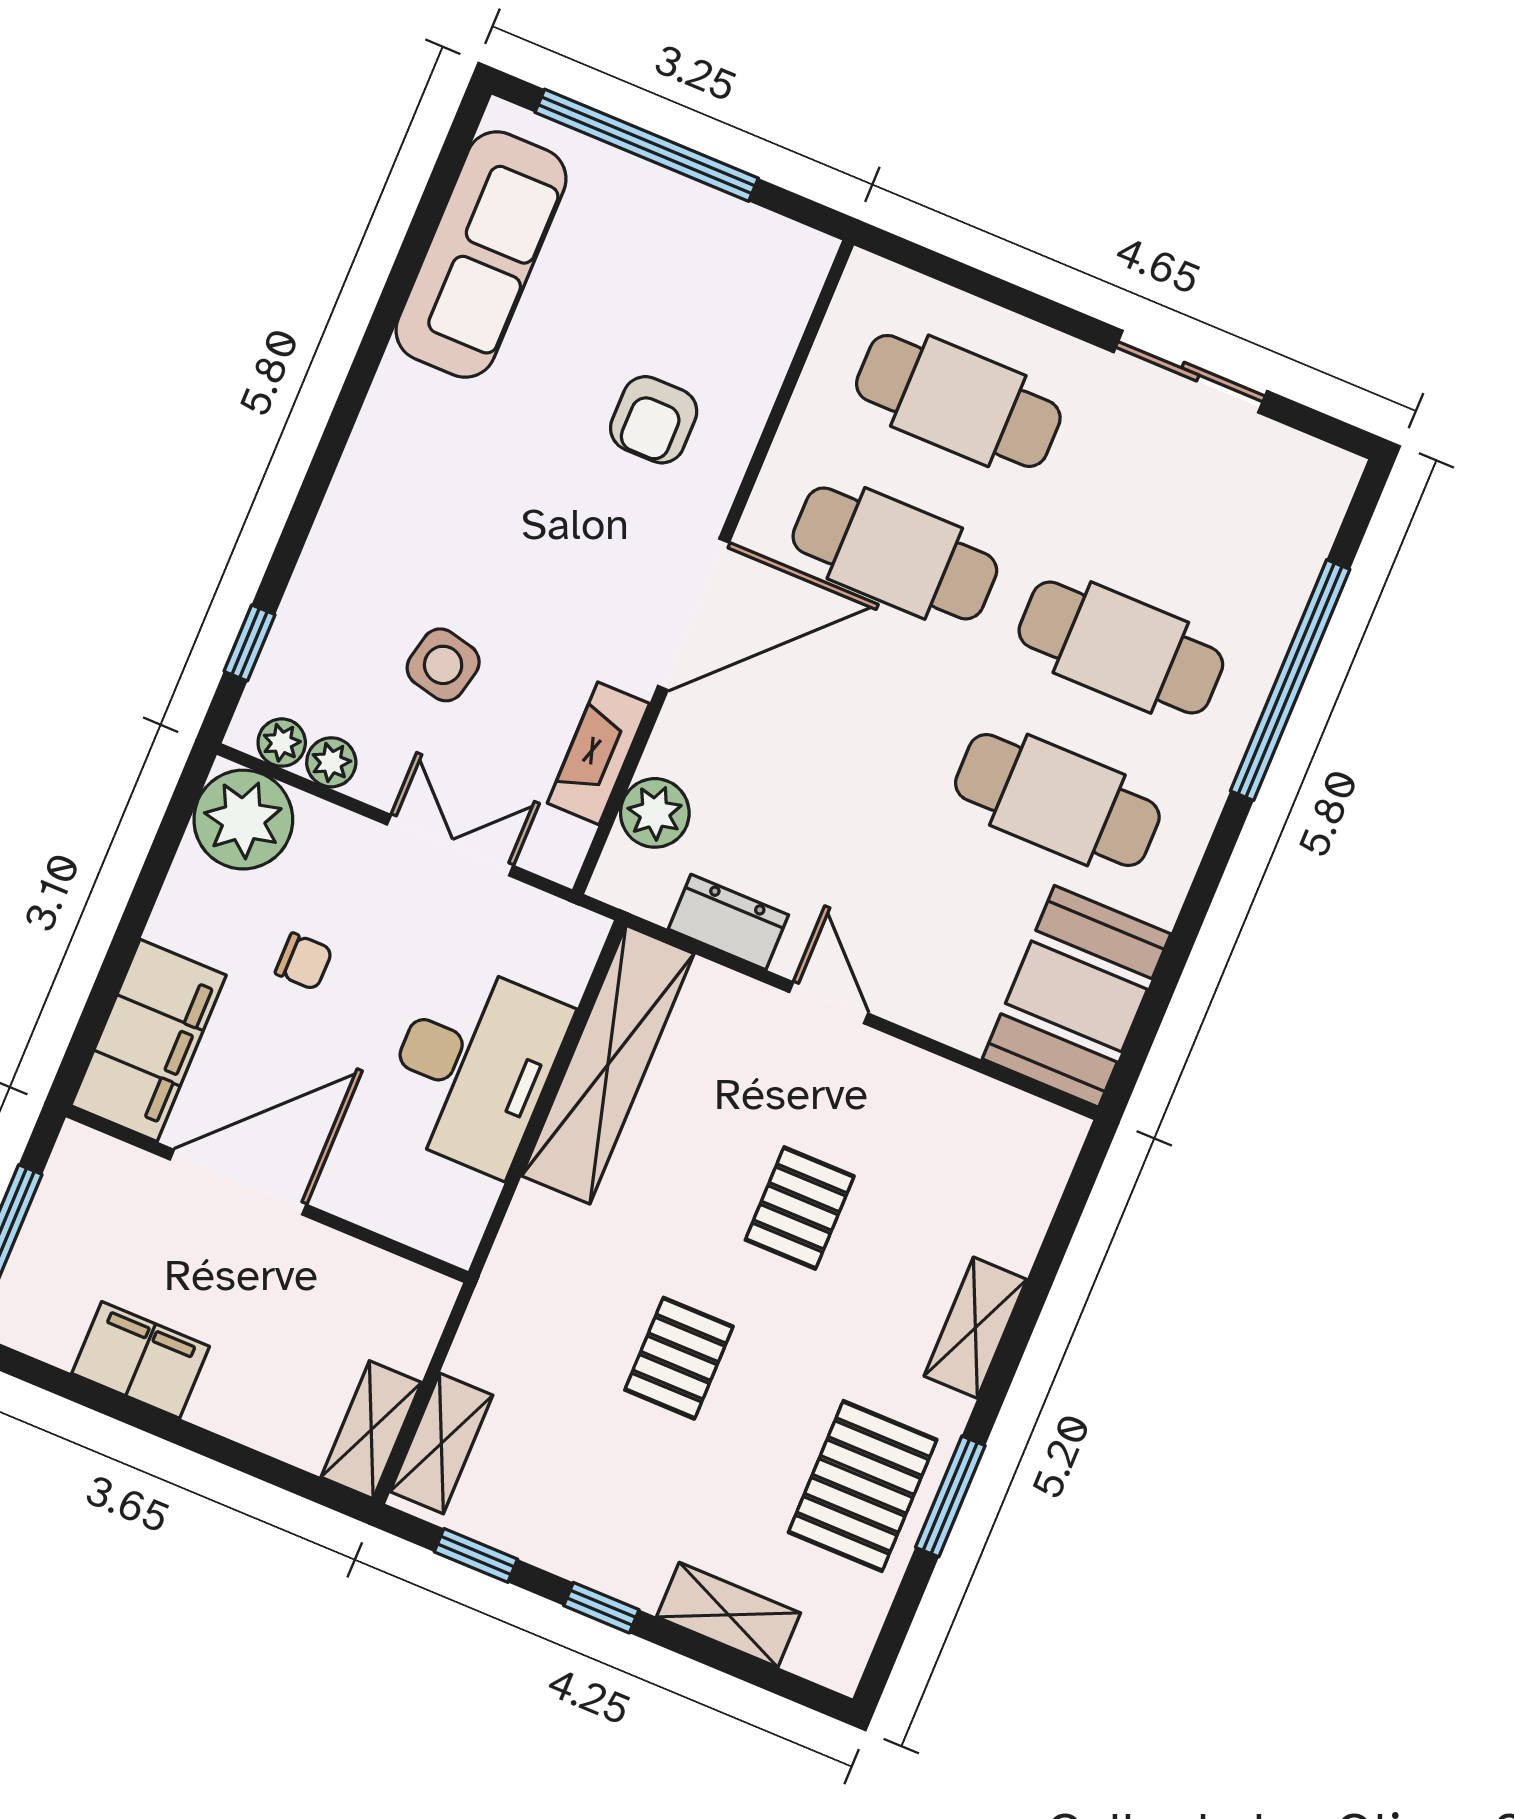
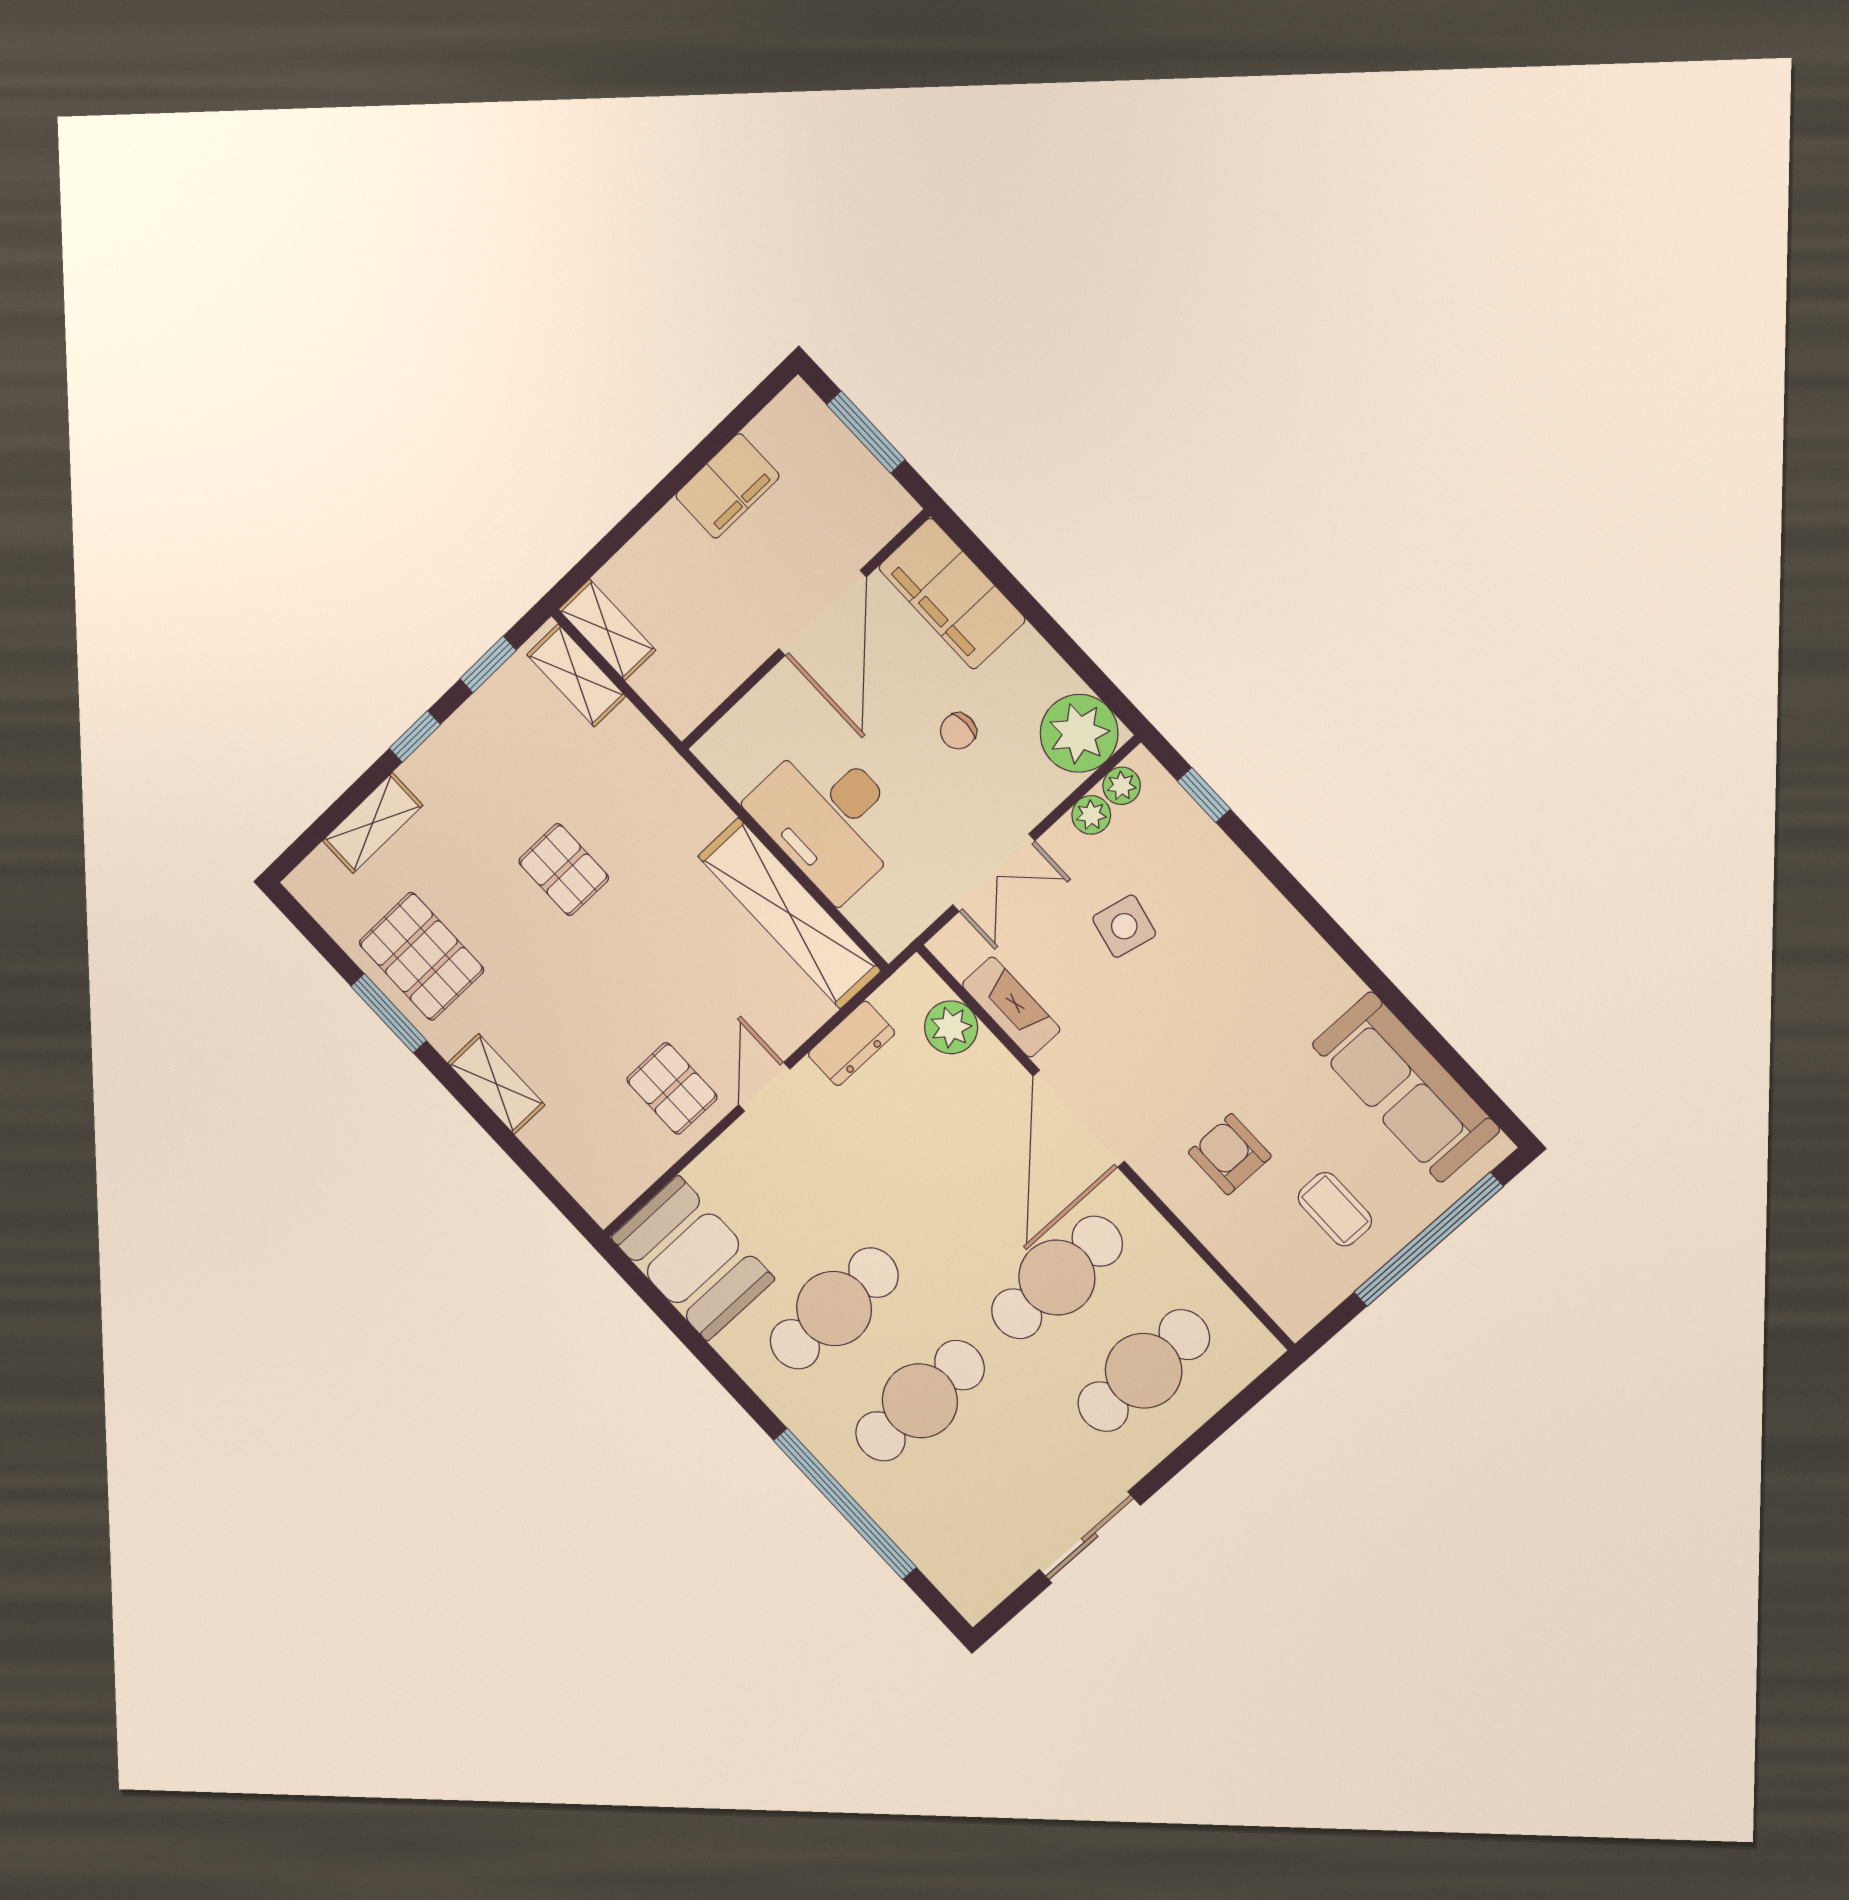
coffee table: (662, 269) -> (1335, 1209), added
door: (829, 1003) -> (764, 1087), swing flipped
pallet: (800, 1208) -> (672, 1088), moved

